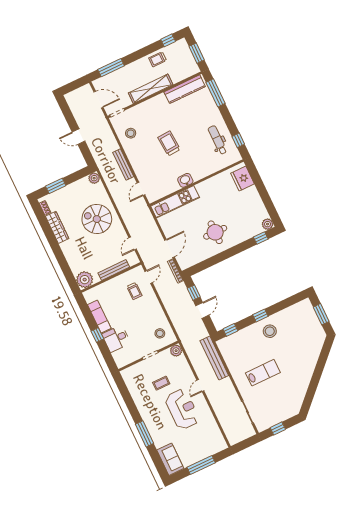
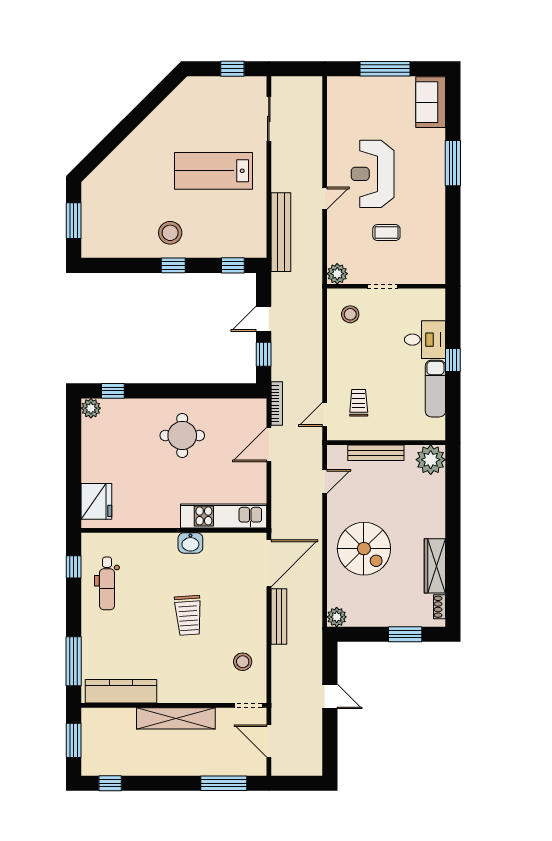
trolley: (158, 59) -> (142, 761), removed
door: (141, 189) -> (269, 563), width x1.88
lab bench: (263, 373) -> (213, 171), width x1.36, depth x1.39

